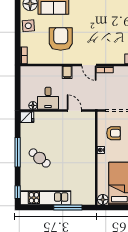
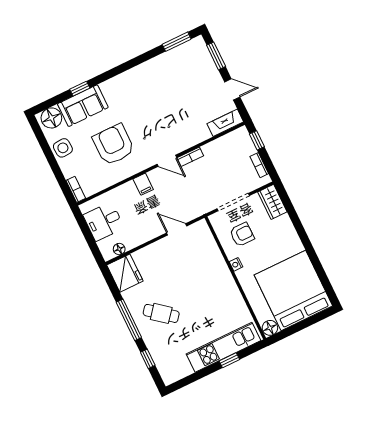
desk: (48, 98) -> (104, 221), moved, turned 90
fridge: (27, 117) -> (125, 273), width x1.88, depth x1.34
window: (18, 192) -> (148, 359), moved
kitchen unit: (46, 198) -> (224, 347), moved
window: (68, 208) -> (229, 360), width x0.46

